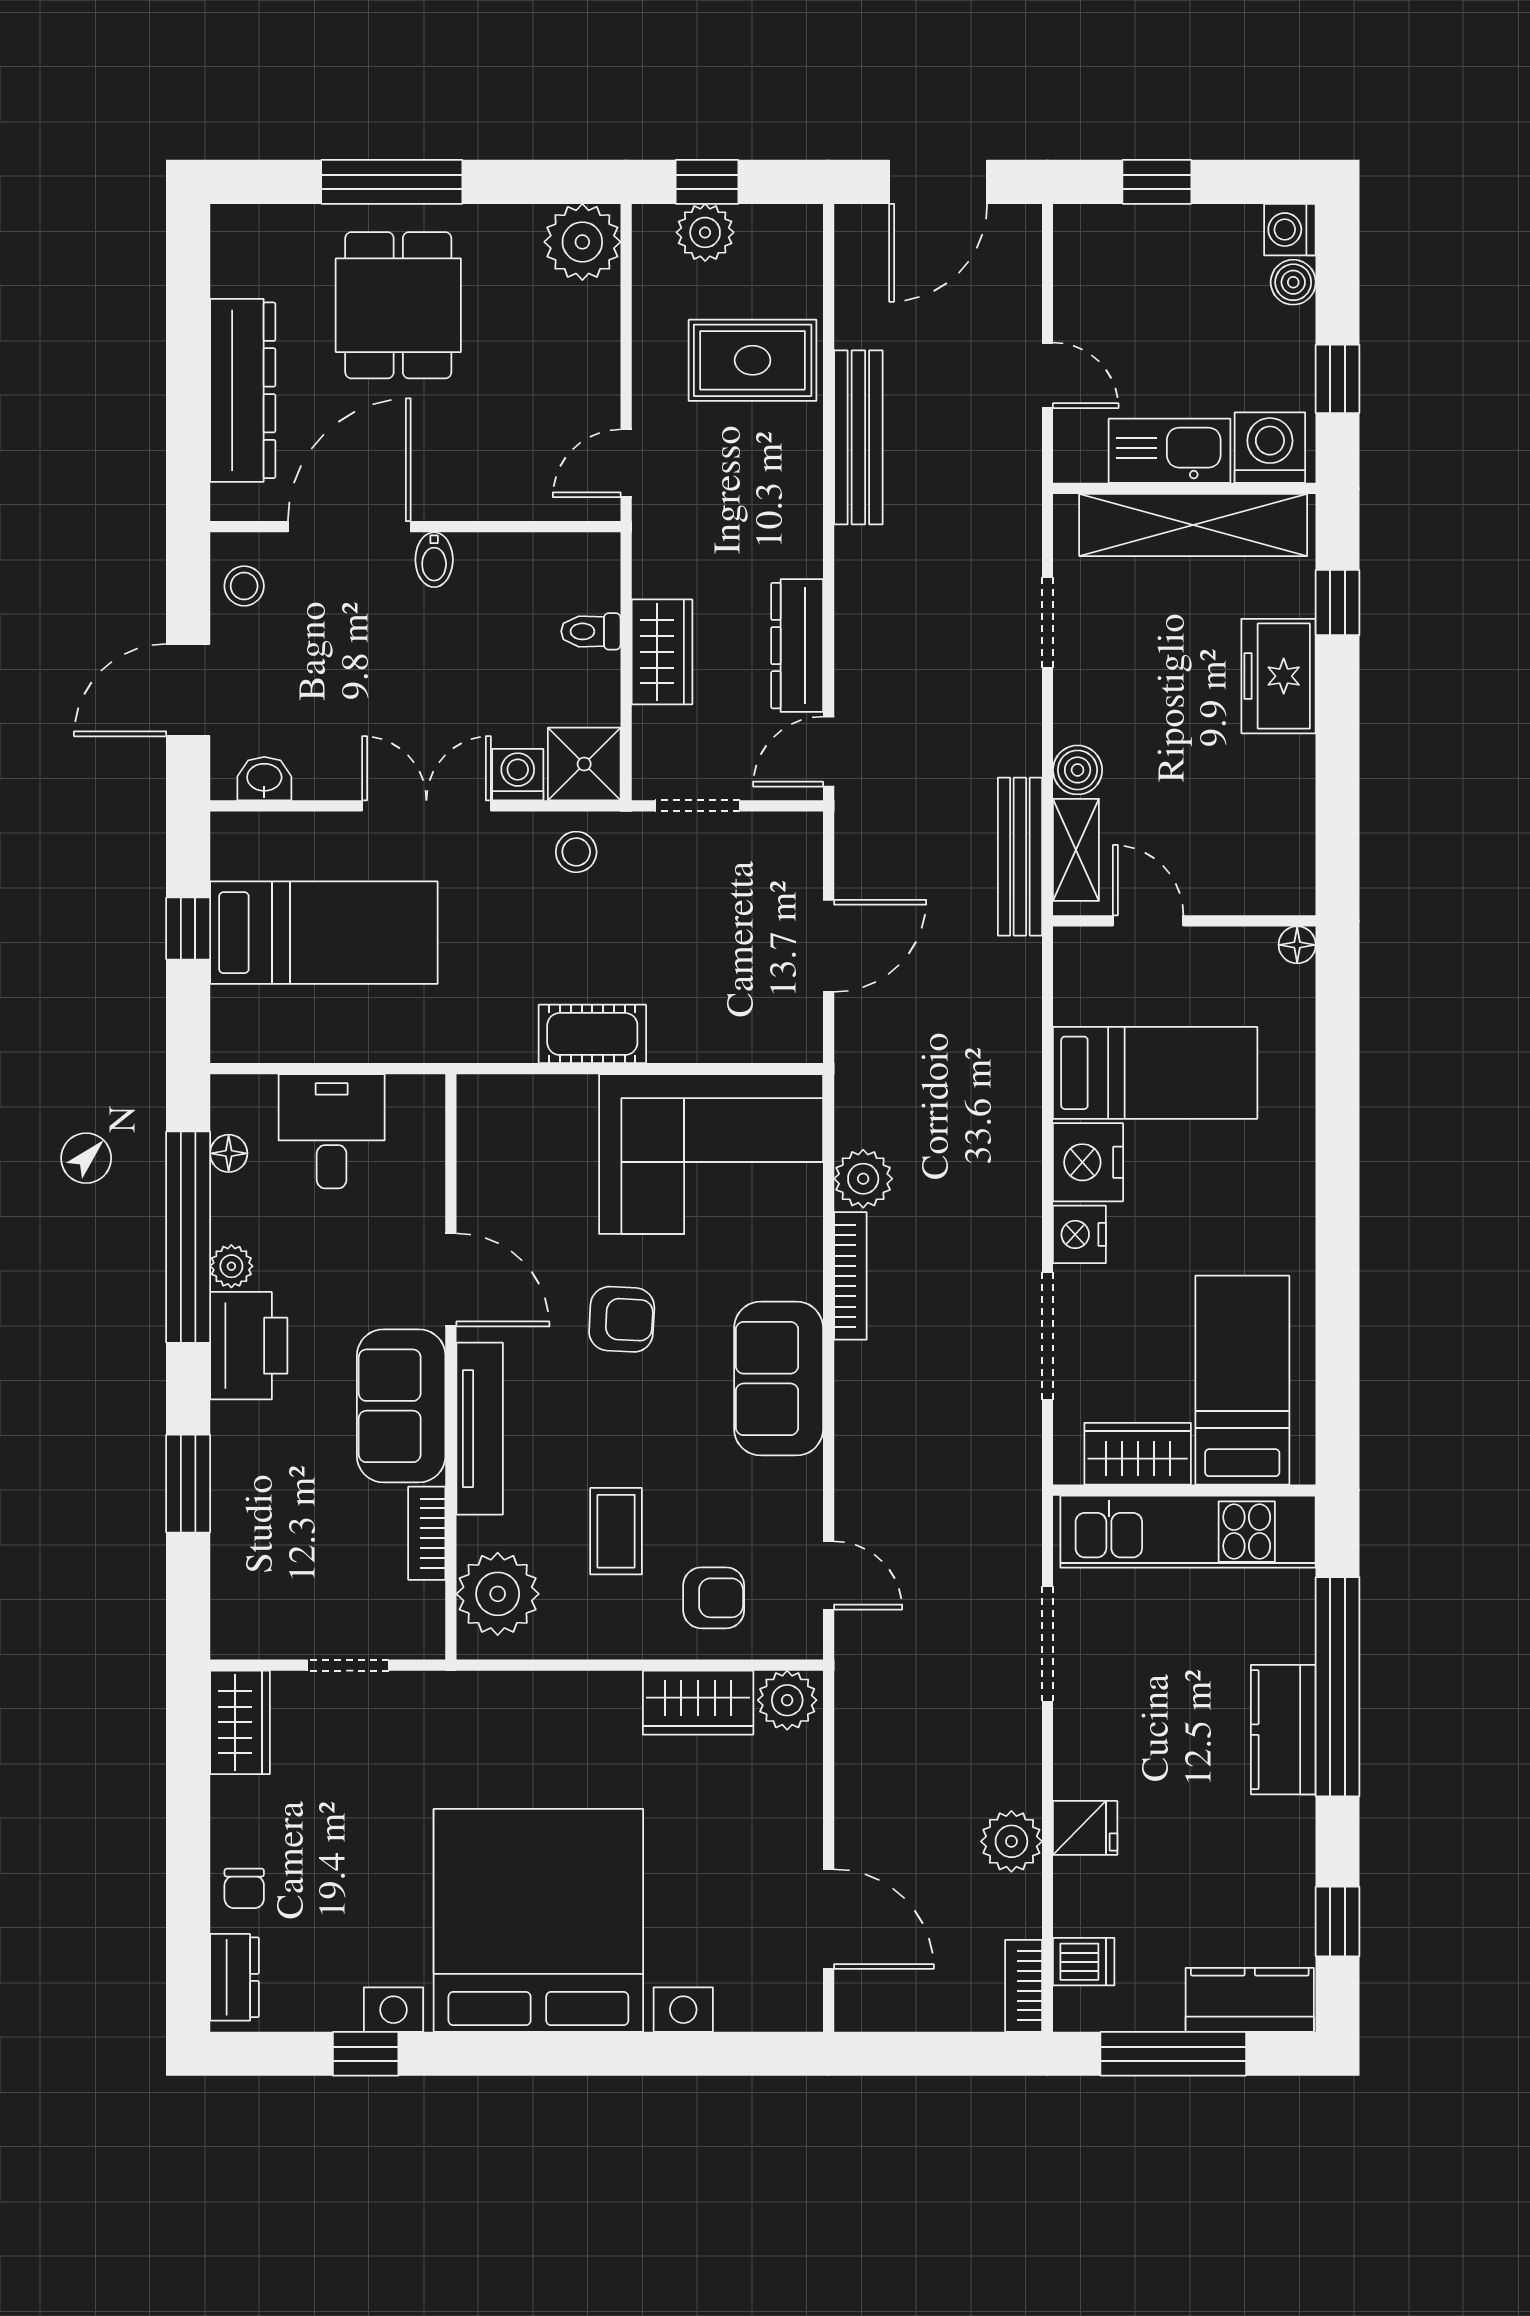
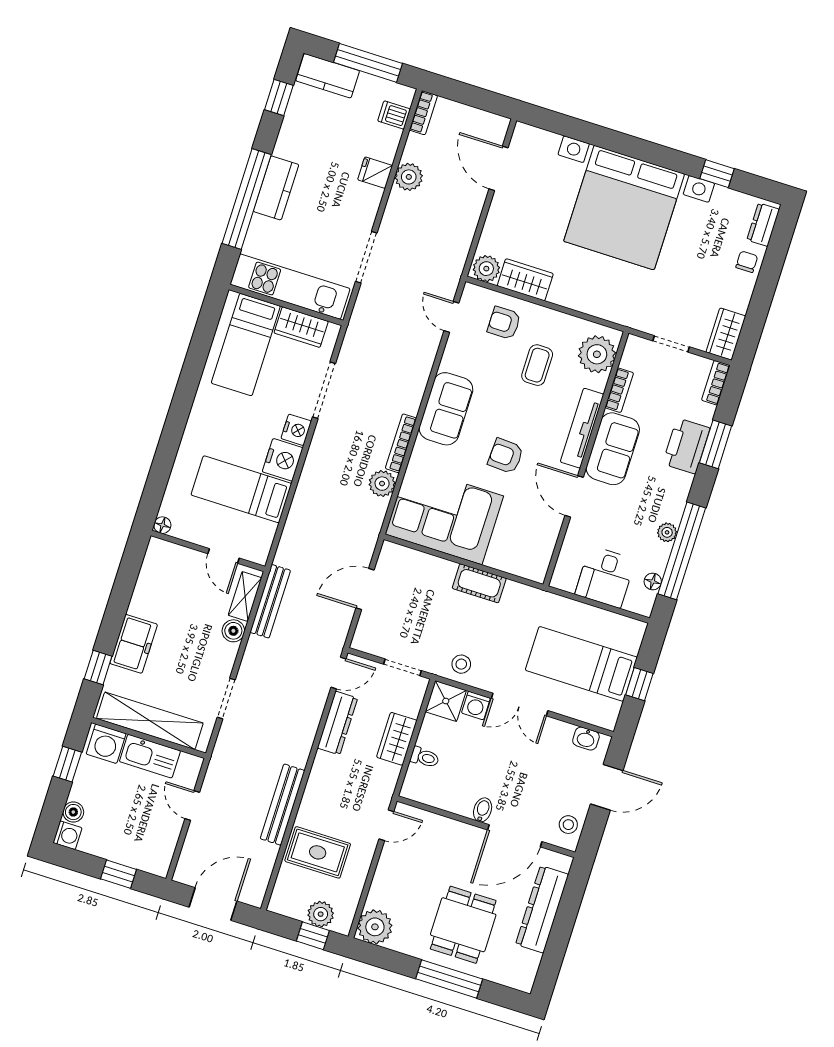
printer: (249, 1346) -> (686, 446), moved
bookcase: (229, 1613) -> (716, 383), added

